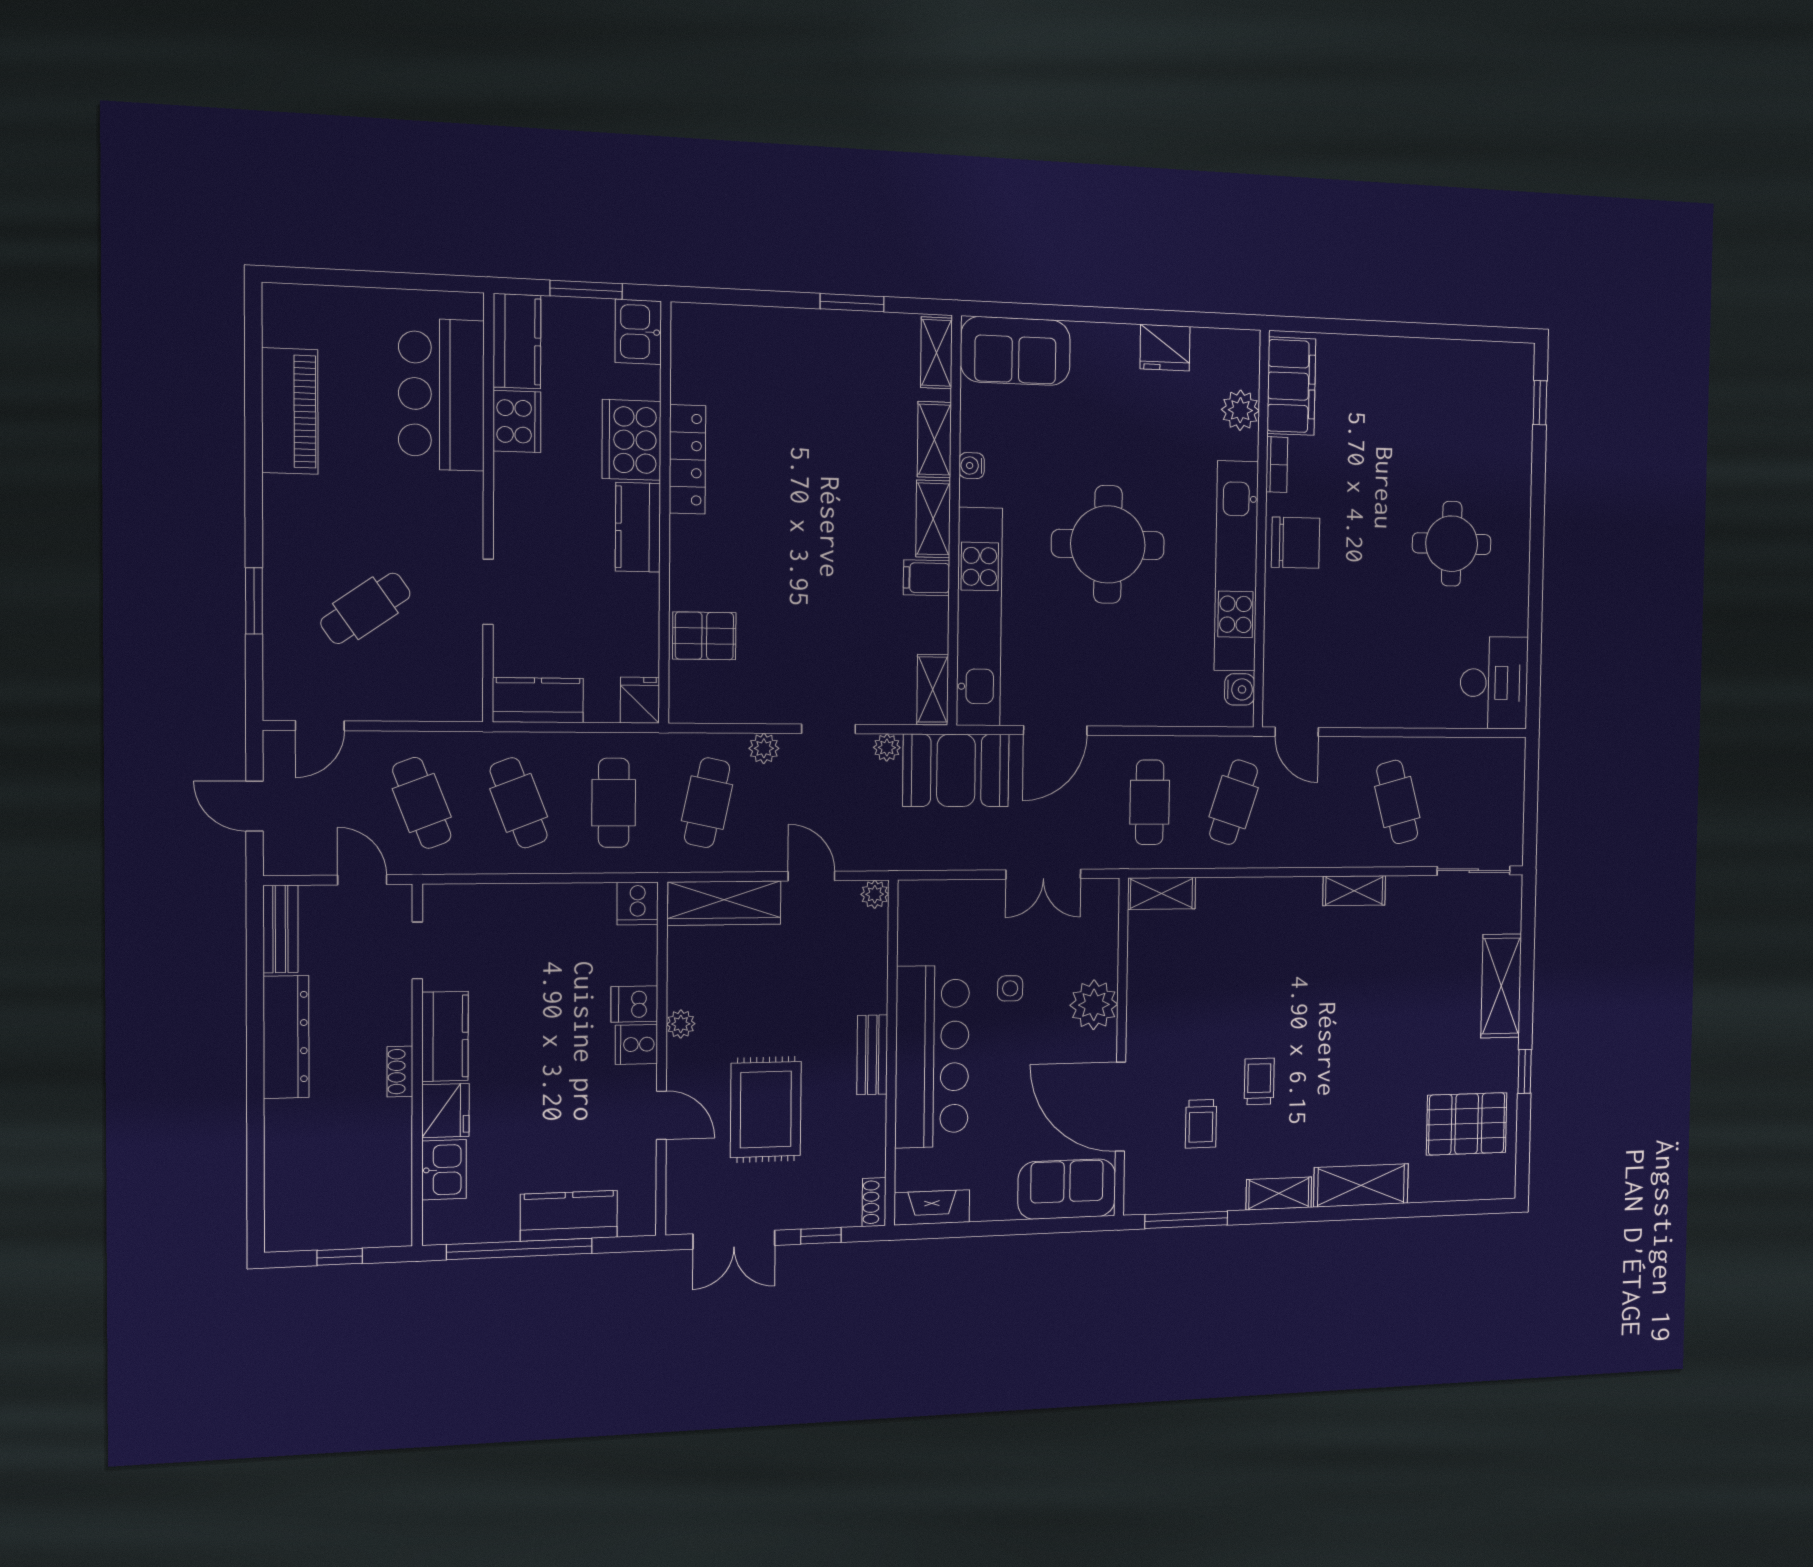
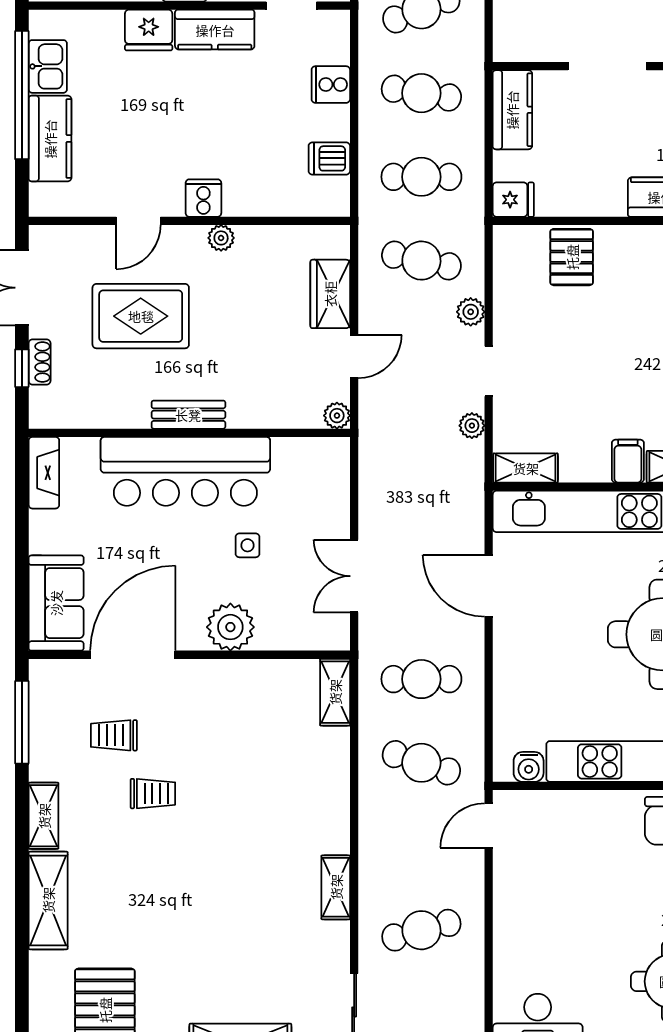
doorway: (488, 592) -> (607, 66), width x1.38
booth: (956, 770) -> (451, 491), removed
cafe table: (519, 803) -> (421, 93), turned 30
cooker: (638, 903) -> (331, 85), moved
wardrobe: (724, 903) -> (330, 294), width x0.67
dishwasher: (634, 1004) -> (329, 158), moved, turned -90
kitchen sink: (444, 1170) -> (48, 66), moved, turned -90
shoe rack: (874, 1202) -> (40, 362), moved, turned 90

